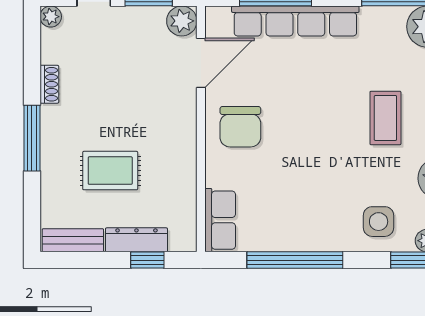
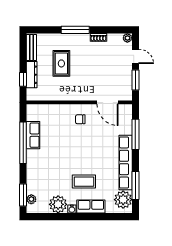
plant: (182, 21) -> (126, 94), removed
row of seats: (295, 21) -> (126, 162), moved
chair: (240, 127) -> (80, 119), width x0.54, depth x0.54
row of seats: (220, 220) -> (33, 135), moved, turned -90
side table: (379, 222) -> (40, 179), removed

